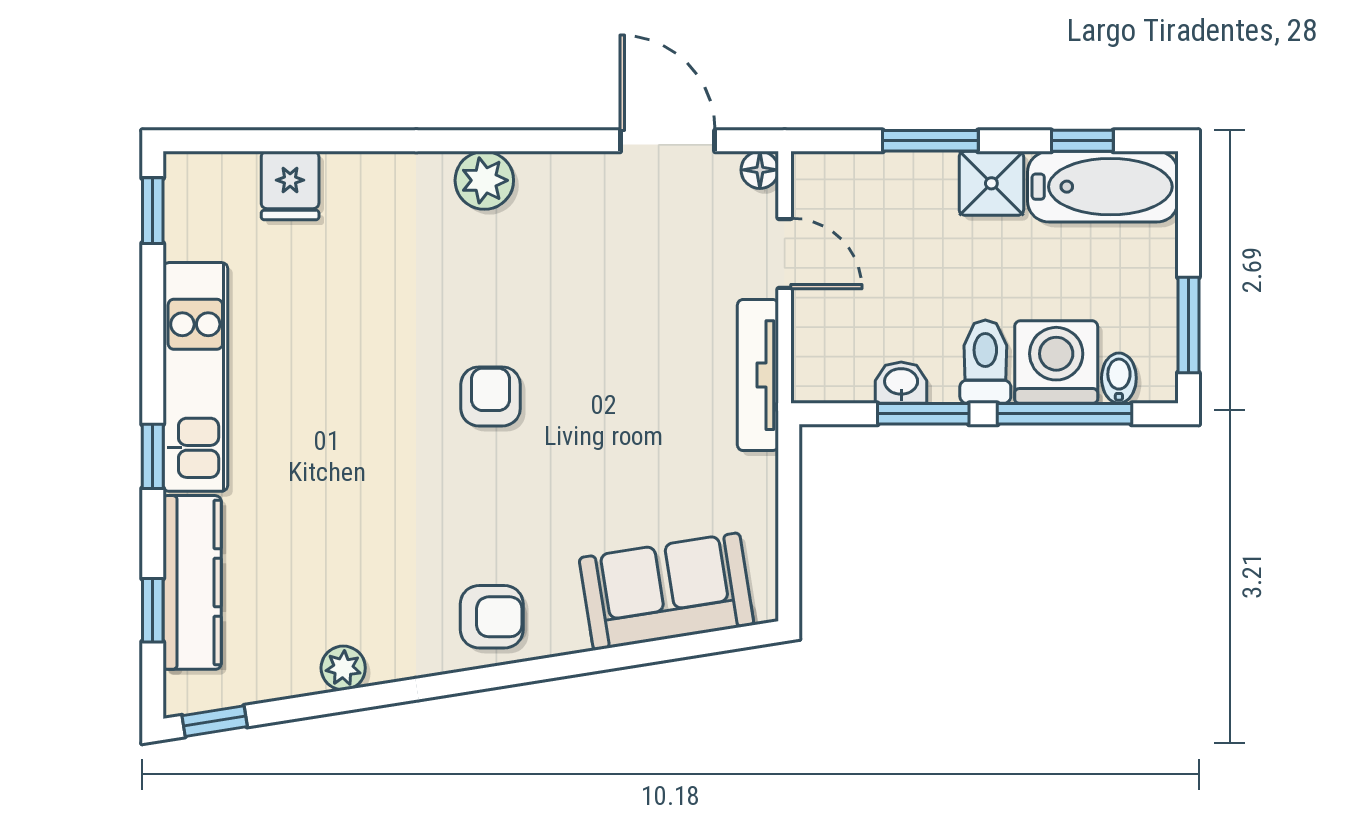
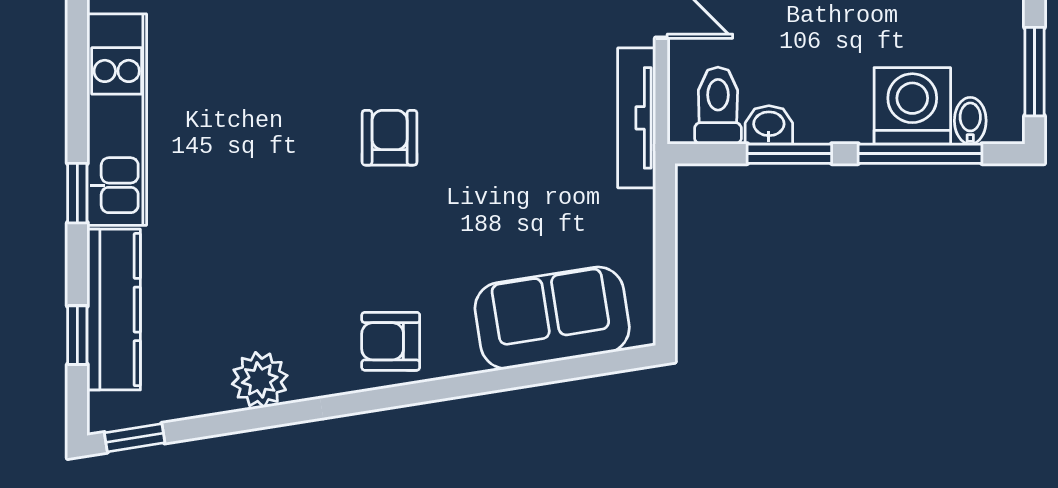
toilet: (985, 362) -> (718, 106), moved
armchair: (492, 617) -> (391, 341), turned 180
plant: (343, 668) -> (260, 380), width x1.38, depth x1.38

